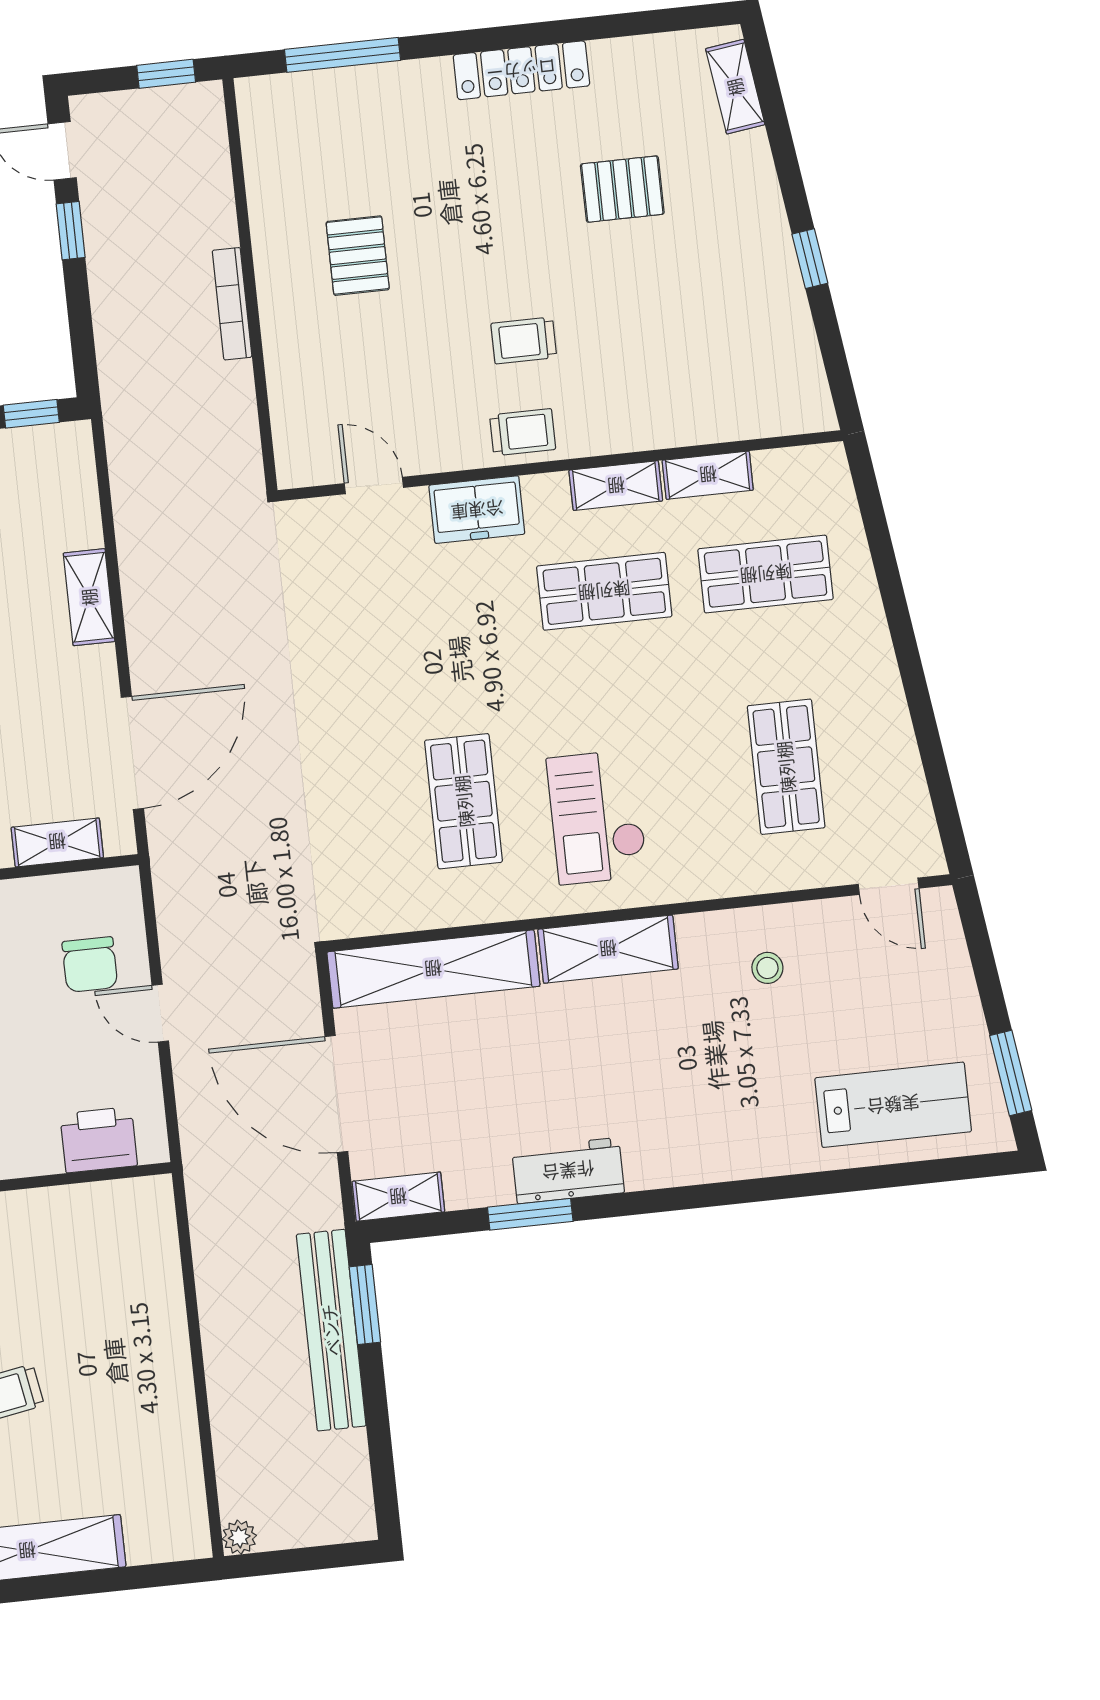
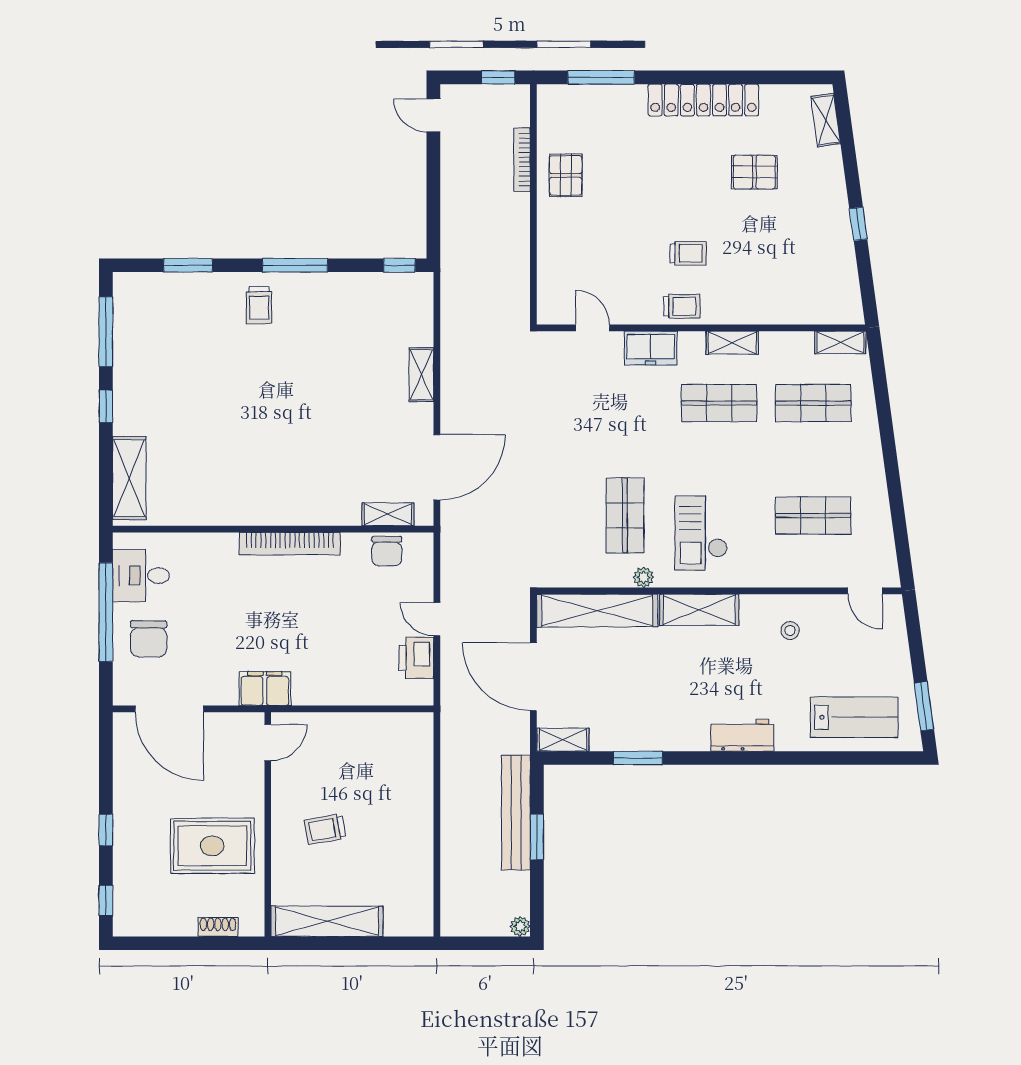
locker: (521, 70) -> (703, 100), width x1.41, depth x1.21
window: (71, 231) -> (433, 162), removed
pallet: (358, 256) -> (566, 175), moved
bookcase: (232, 304) -> (522, 160), moved
trolley: (524, 340) -> (688, 253), turned 180
shelving: (708, 475) -> (840, 342), moved
shop shelf: (786, 767) -> (813, 516), turned 90
plant: (507, 903) -> (643, 577), added
chair: (90, 964) -> (387, 551), moved
printer: (99, 1140) -> (416, 658), moved, turned -90
workbench: (568, 1171) -> (742, 735), moved
window: (365, 1305) -> (537, 837), moved
plant: (239, 1537) -> (520, 926), moved

